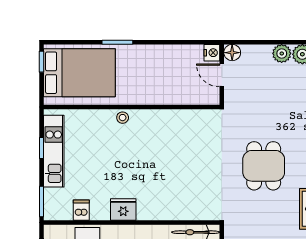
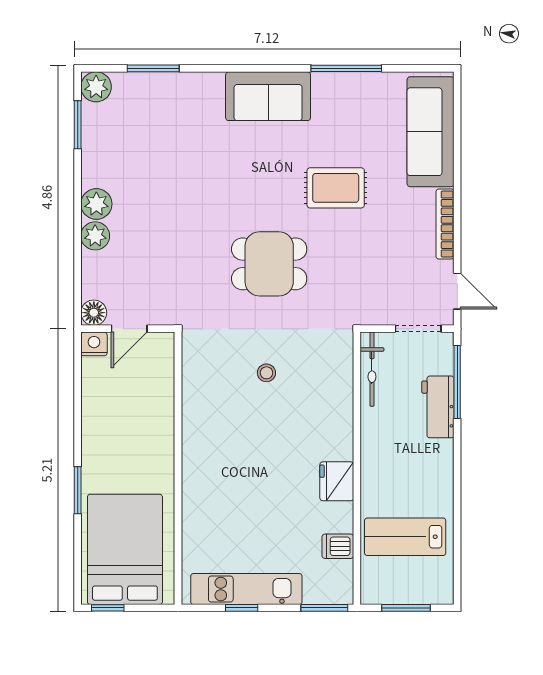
stool: (123, 118) -> (266, 373), moved

